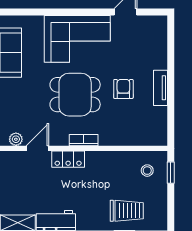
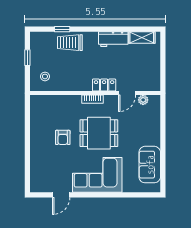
tv unit: (161, 88) -> (35, 138), removed
window: (171, 173) -> (27, 58), moved
trolley: (127, 211) -> (70, 43), moved

